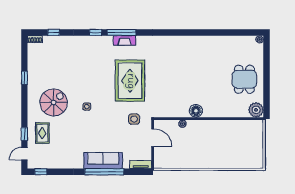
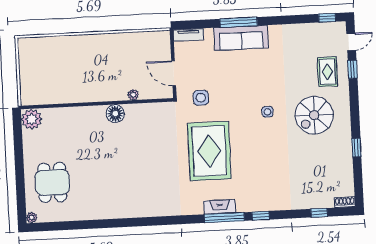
dining table: (244, 79) -> (52, 182), moved
window: (104, 172) -> (239, 22), width x0.68

